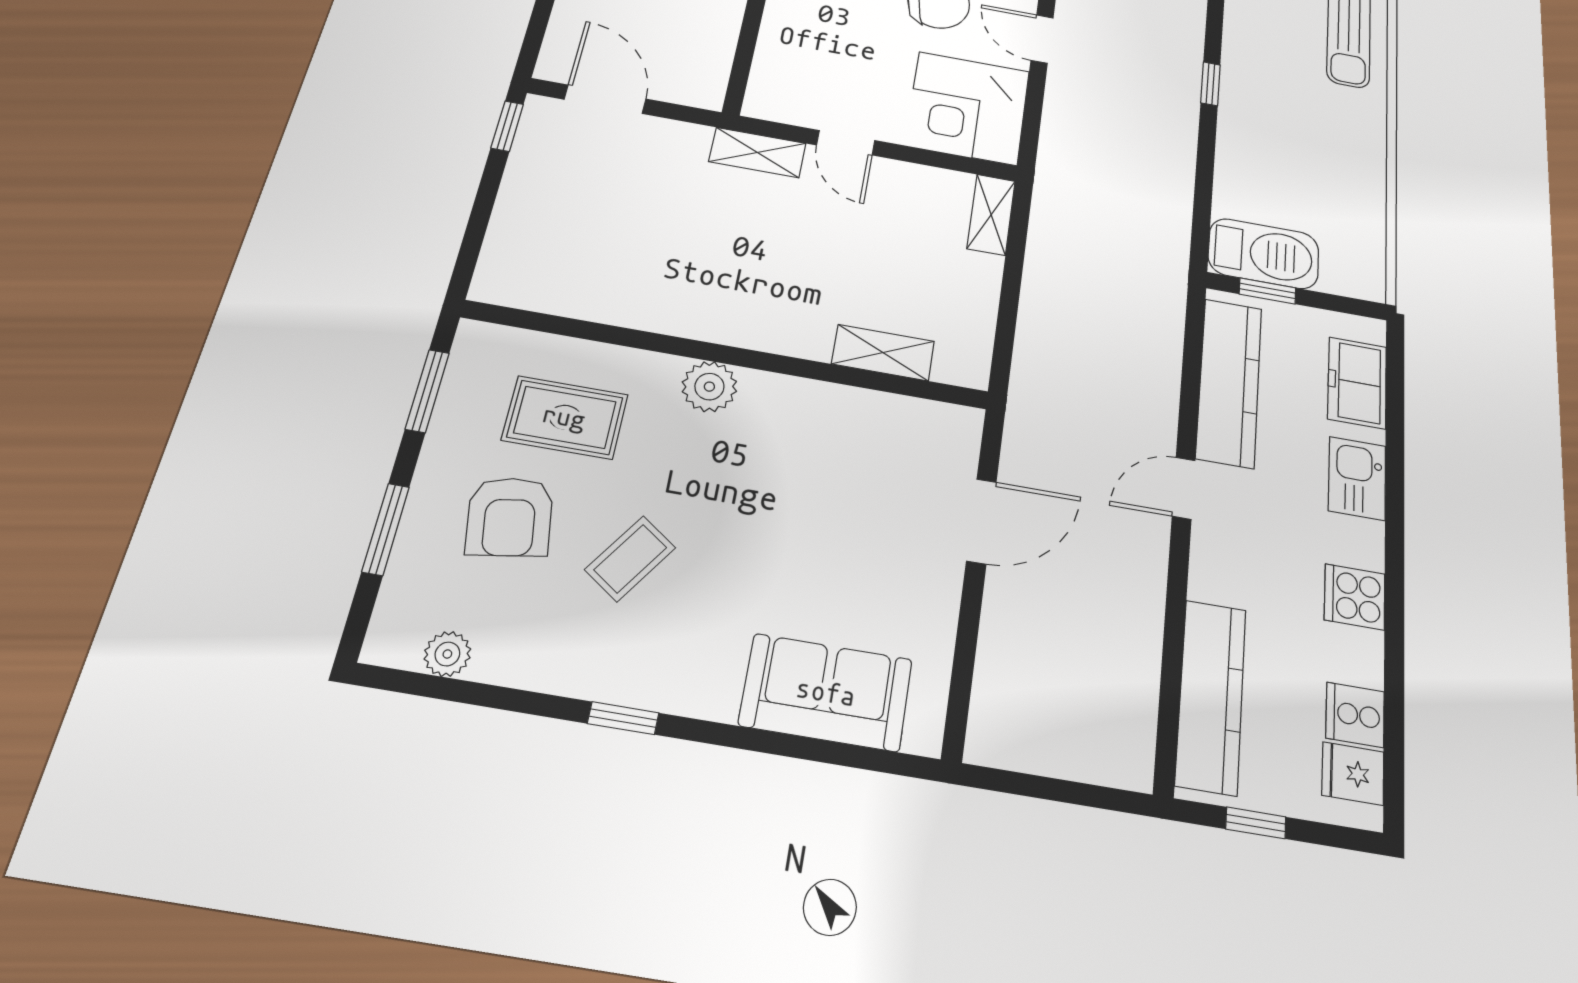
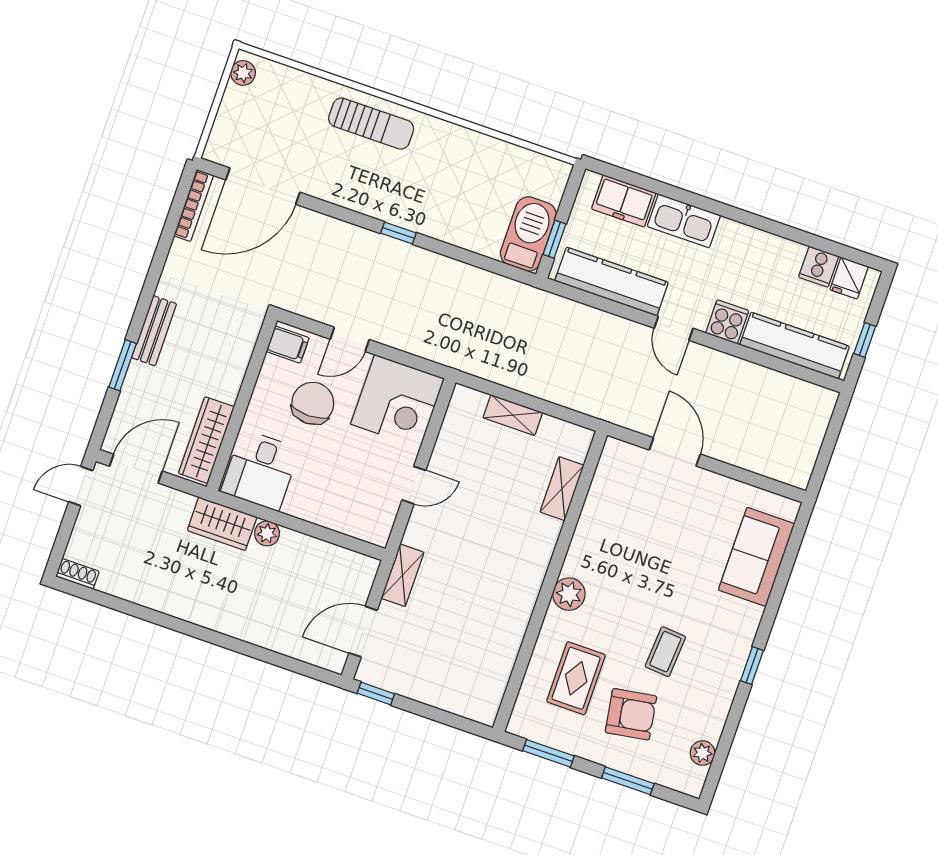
shelving: (757, 152) -> (403, 575), moved
shelving: (991, 215) -> (513, 415), moved
kitchen sink: (1357, 478) -> (684, 221), width x1.38
coffee table: (630, 559) -> (665, 652), turned 59
cooker: (1355, 597) -> (727, 322), moved, turned 180

